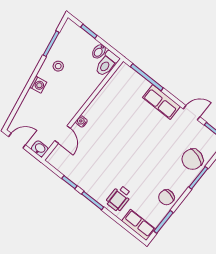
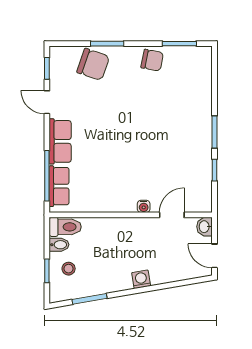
stool: (58, 66) -> (69, 269), moved
wheelchair: (119, 198) -> (191, 107), removed
row of seats: (138, 225) -> (59, 186), moved, turned 180

